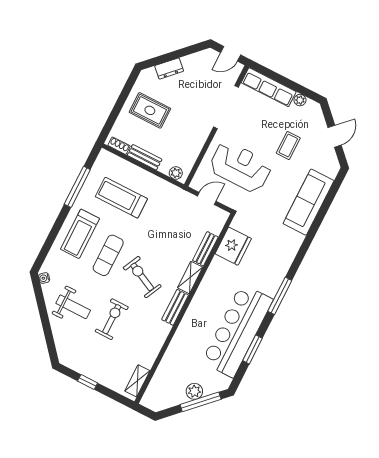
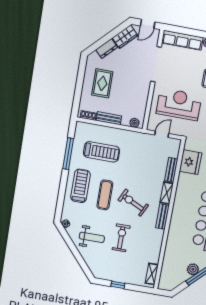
wardrobe: (197, 61) -> (125, 37), added
rug: (150, 110) -> (102, 83), turned 90
treadmill: (121, 198) -> (101, 152), turned 180
treadmill: (80, 234) -> (81, 186), turned 180

